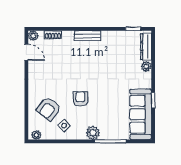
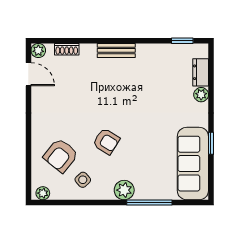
dresser: (146, 47) -> (201, 72), width x0.70
armchair: (80, 99) -> (106, 141), turned 122

